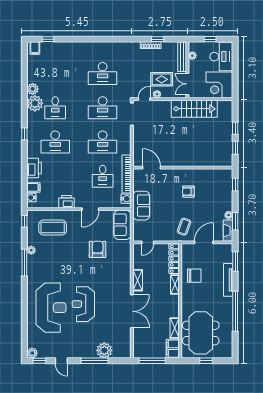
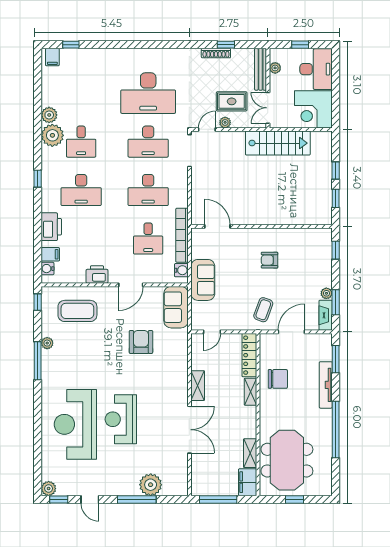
desk: (103, 73) -> (148, 93), width x1.36, depth x1.30
reception desk: (51, 308) -> (75, 424), turned 180

